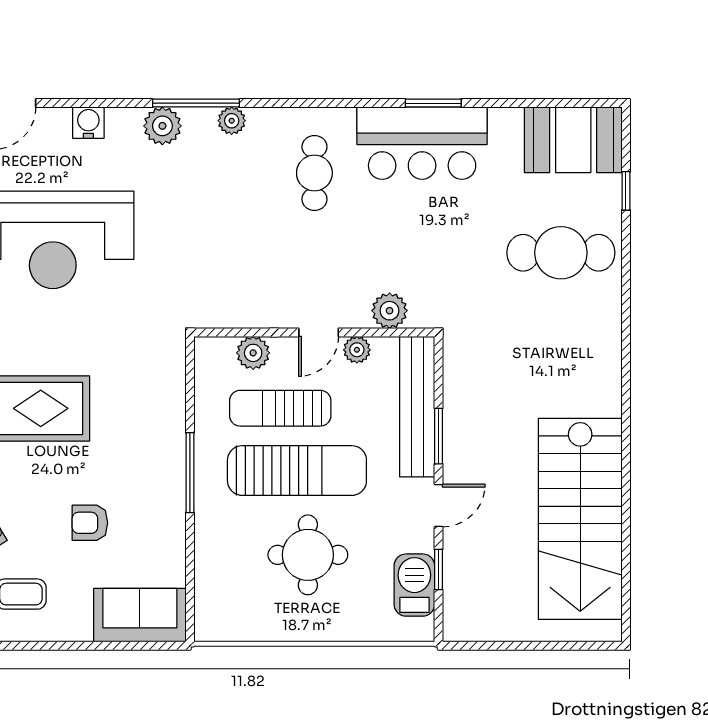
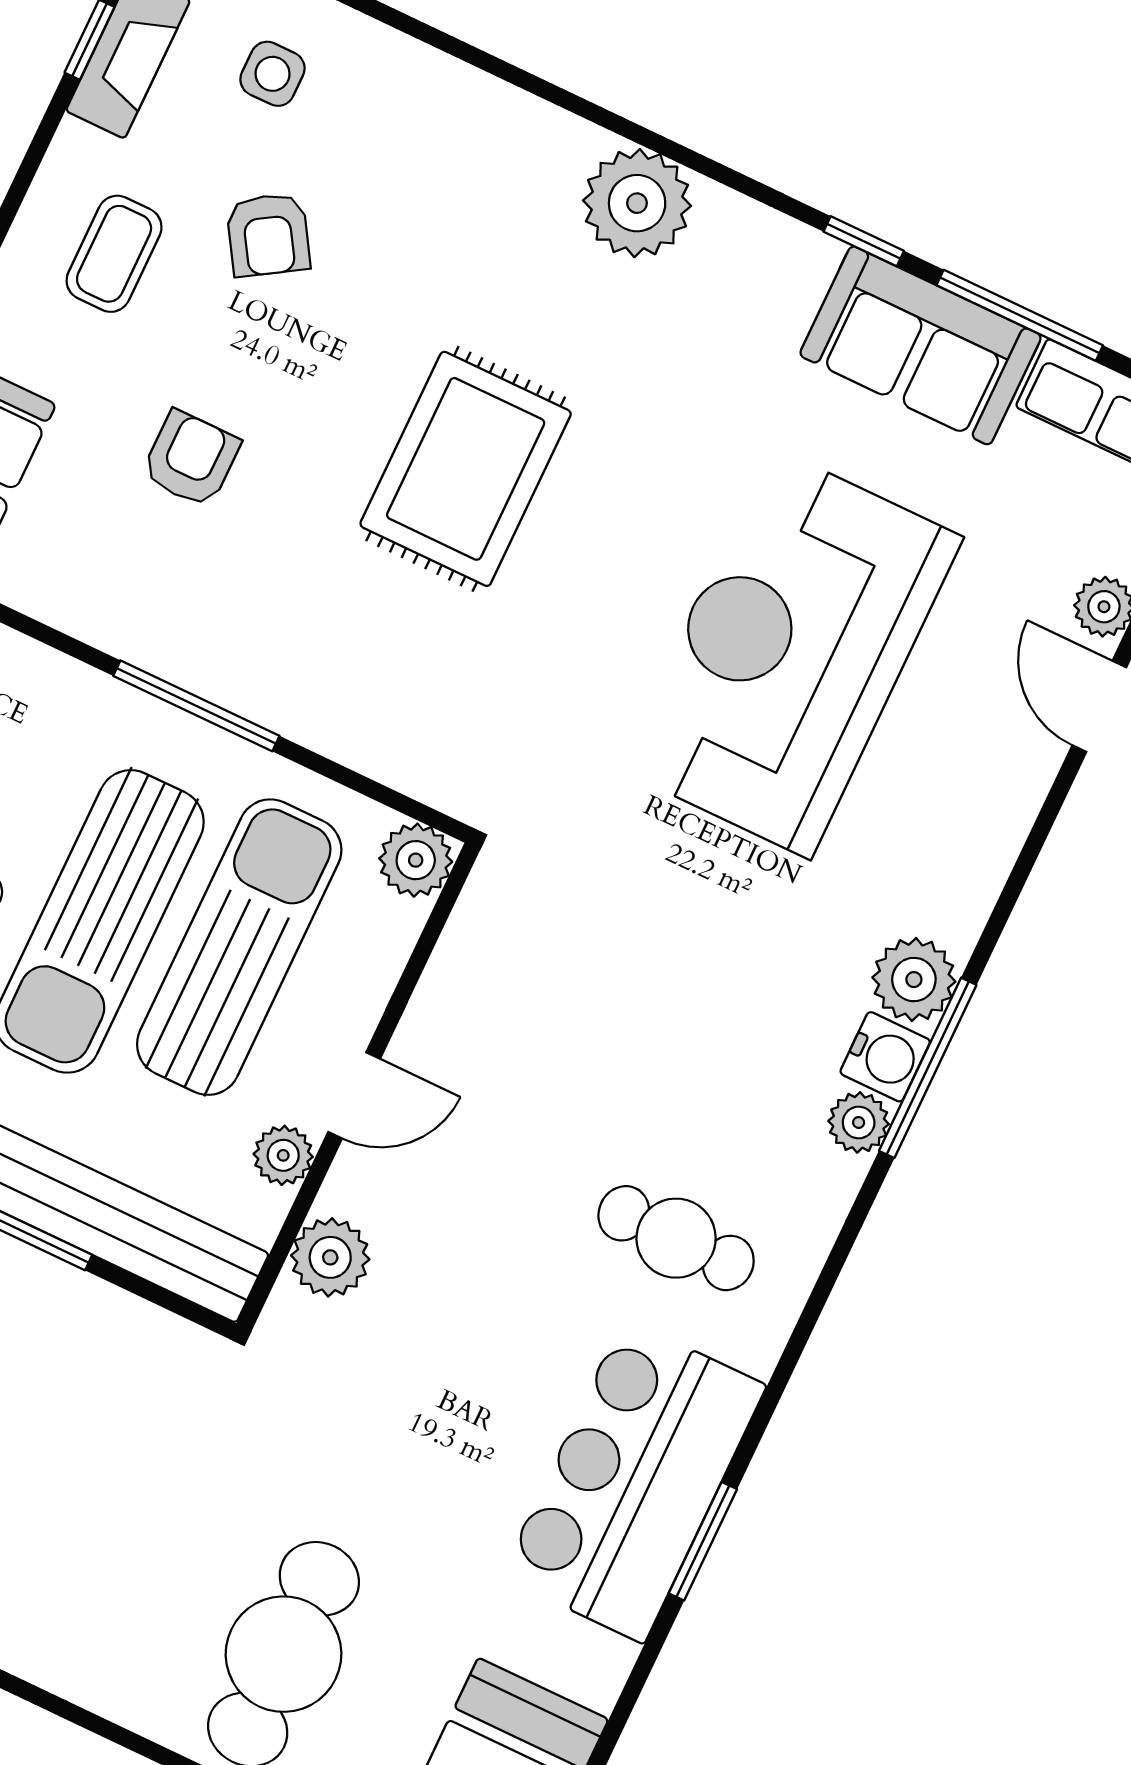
water cooler: (88, 123) -> (885, 1057), moved
door: (319, 332) -> (354, 1095), swing flipped
plant: (253, 353) -> (416, 860), moved
sun lounger: (280, 408) -> (239, 947), width x1.36, depth x1.34

